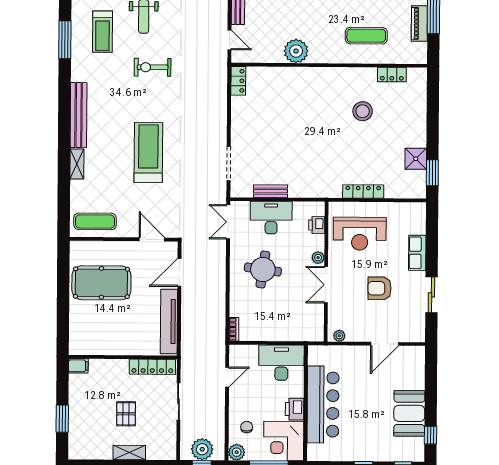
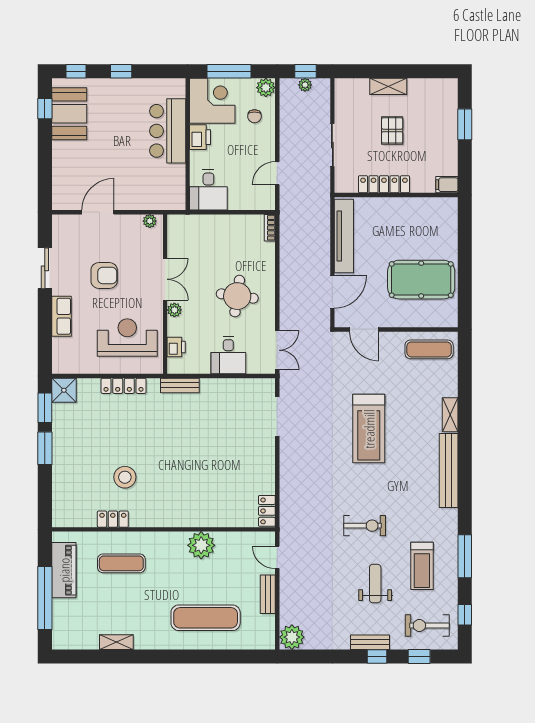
piano: (419, 24) -> (64, 570), width x1.37, depth x1.33
treadmill: (102, 32) -> (422, 566), turned 180
locker: (392, 75) -> (113, 519), moved
window: (433, 137) -> (45, 448), added
shower: (416, 159) -> (64, 390), moved
bench: (271, 191) -> (180, 385), moved
desk: (271, 218) -> (228, 355), width x0.73
desk: (281, 363) -> (208, 190), width x0.73
locker: (152, 367) -> (384, 184), moved
bar counter: (323, 404) -> (168, 131), width x0.73
booth: (409, 413) -> (69, 114), moved
plant: (202, 449) -> (305, 85), width x0.53, depth x0.53

